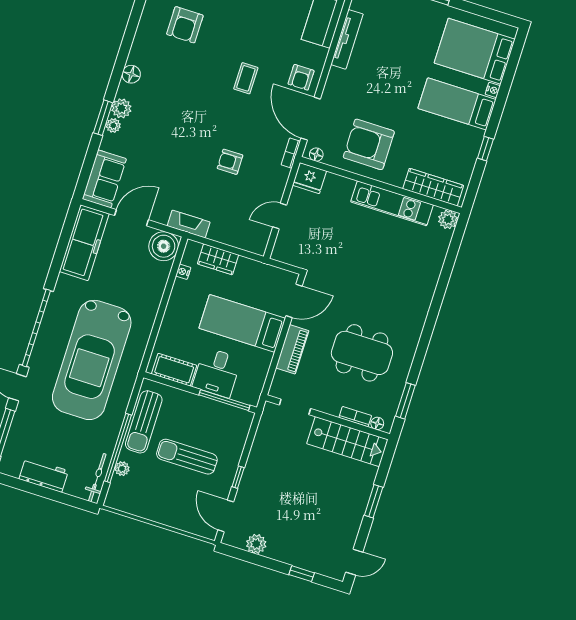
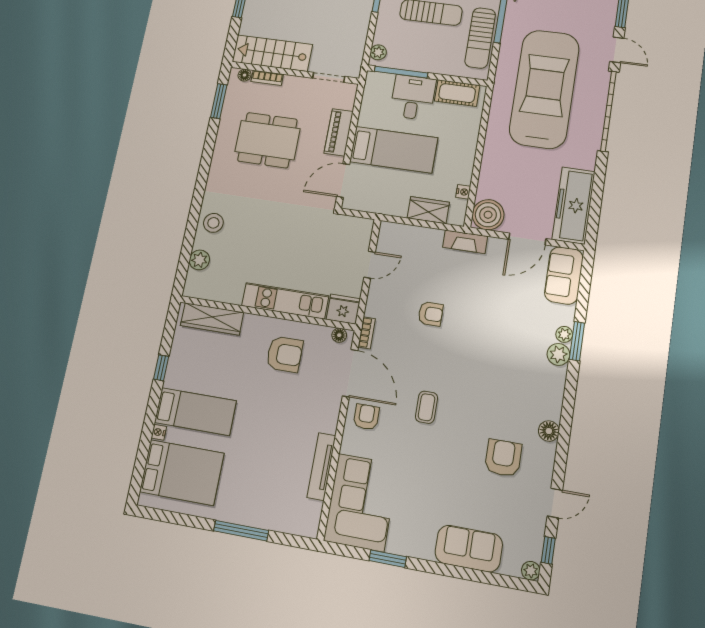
floor lamp: (131, 74) -> (549, 431), moved
armchair: (369, 144) -> (285, 354), width x0.73, depth x0.73
kitchen unit: (392, 203) -> (285, 301), moved
plant: (448, 219) -> (199, 260), moved
stool: (423, 279) -> (213, 223), added
sun lounger: (144, 422) -> (480, 38), turned 180
plant: (244, 424) -> (378, 52), added

